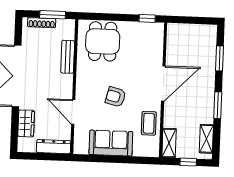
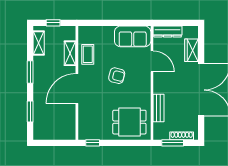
dining table: (103, 41) -> (129, 122), turned 90
sofa: (111, 143) -> (133, 36), moved
shelving: (169, 143) -> (70, 53), moved

